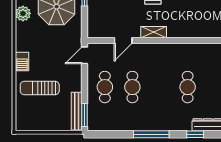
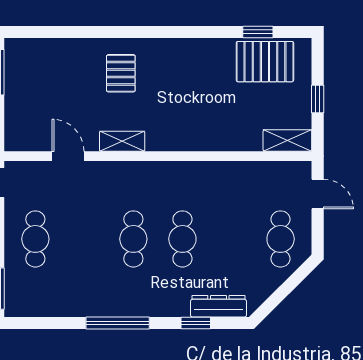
door: (123, 40) -> (68, 156), swing flipped
cafe table: (132, 87) -> (133, 239), moved

